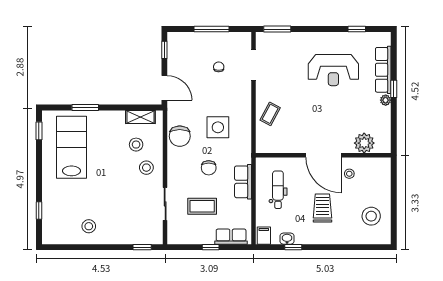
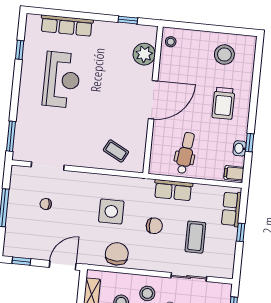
window: (394, 89) -> (128, 20), moved
plant: (386, 100) -> (100, 26), removed
coffee table: (270, 114) -> (116, 151), moved
chair: (180, 136) -> (117, 254), turned -90
stool: (349, 174) -> (171, 42), moved
dental chair: (278, 190) -> (186, 153), turned 97
trolley: (322, 208) -> (223, 103), moved, turned -90

